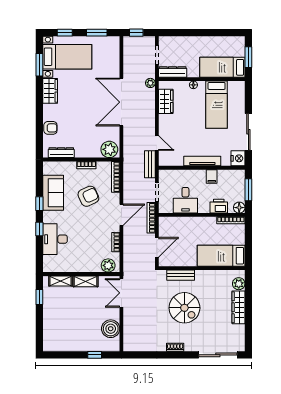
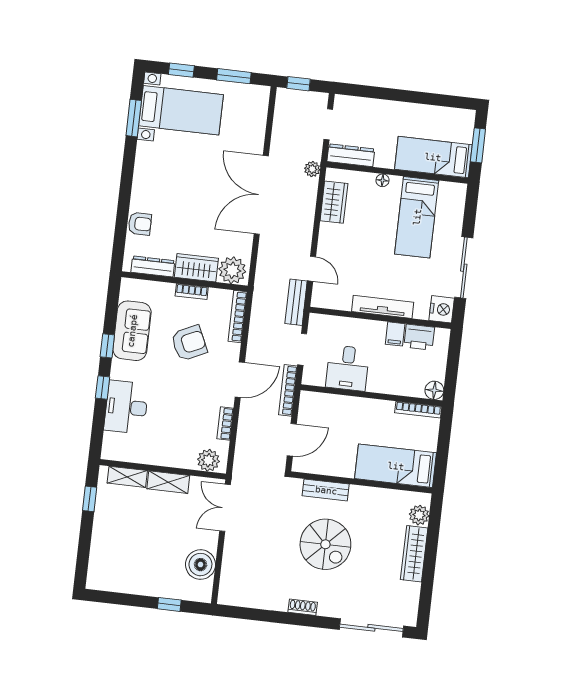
wardrobe: (50, 91) -> (196, 268), moved, turned -90
window: (248, 190) -> (453, 363), removed
printer: (219, 206) -> (419, 337), moved, turned 180

